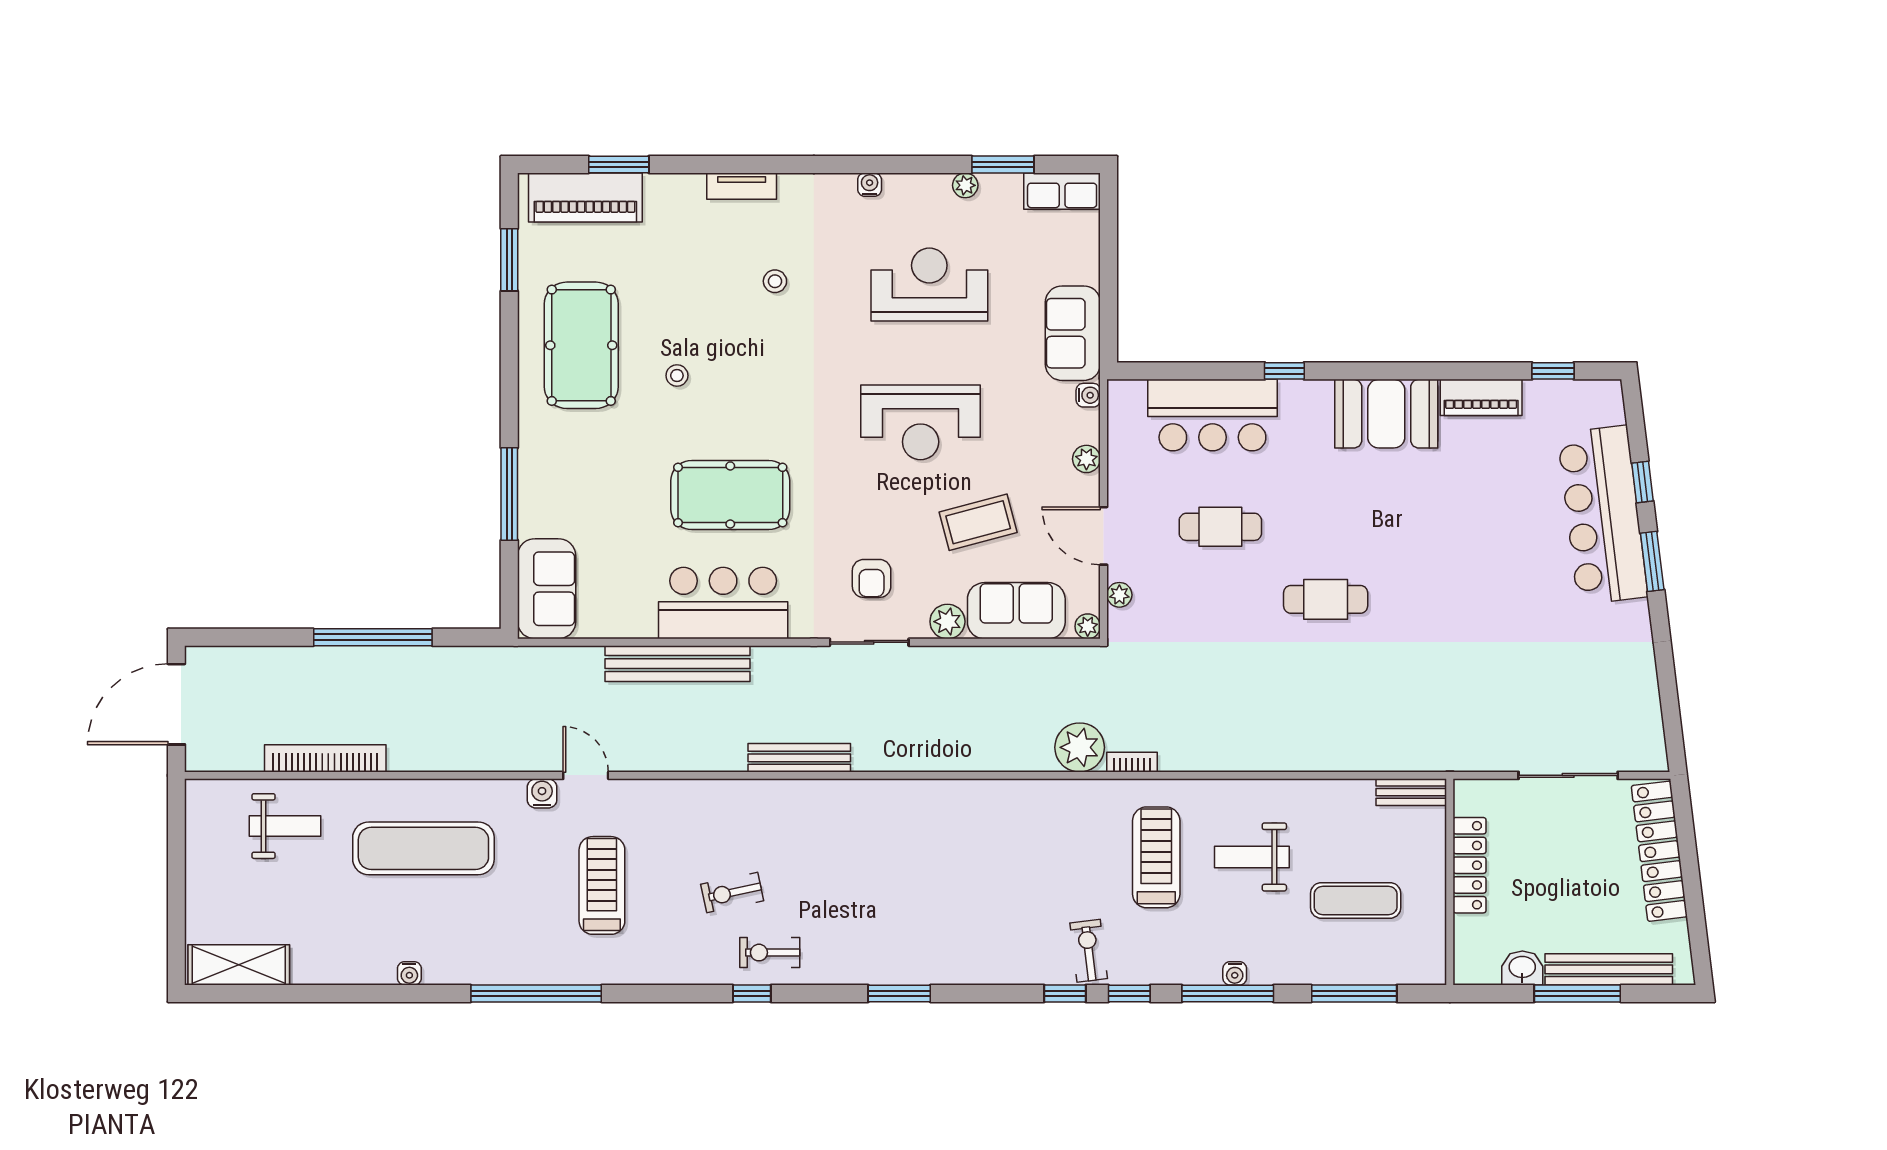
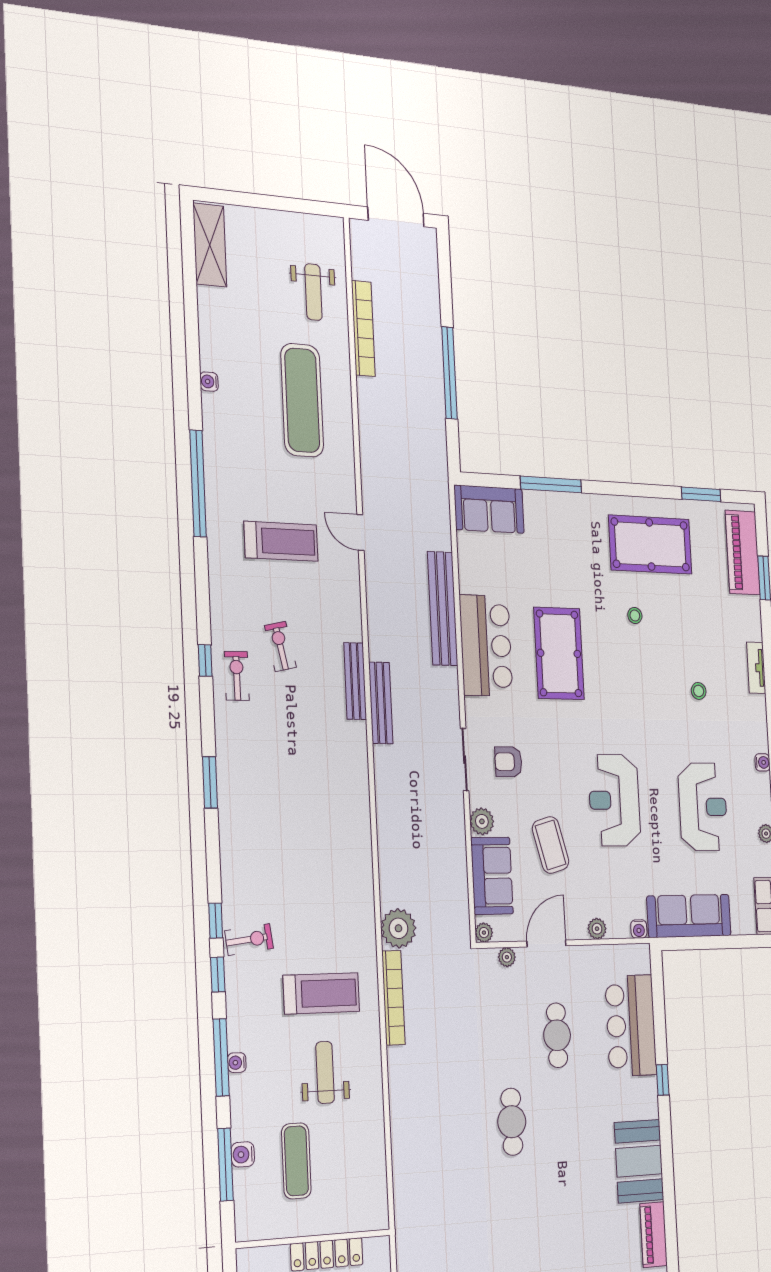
sofa: (1073, 333) -> (689, 916), width x1.36
bookcase: (1132, 762) -> (393, 998), width x2.31, depth x1.31
door: (586, 775) -> (360, 532), swing flipped
bench: (1411, 792) -> (355, 681), moved, width x1.36
water cooler: (542, 793) -> (243, 1154), moved, turned 180

